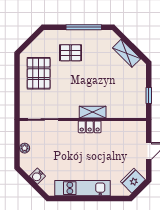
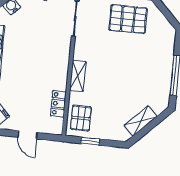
pallet: (71, 53) -> (81, 118), moved
locker: (90, 127) -> (58, 104), moved

